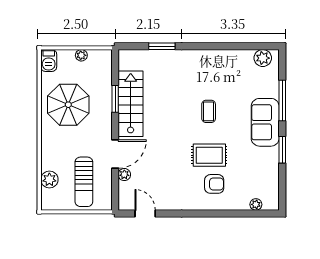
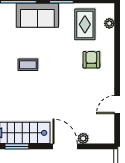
rug: (209, 155) -> (85, 24), moved
door: (145, 213) -> (117, 105), moved

